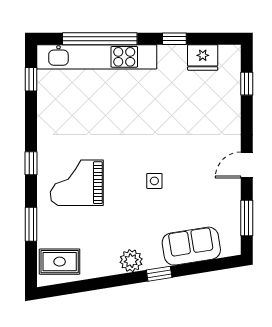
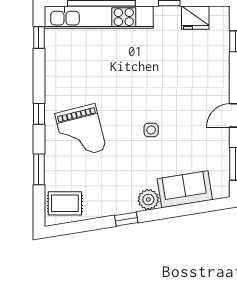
grand piano: (77, 183) -> (81, 132), turned -104
plant: (131, 261) -> (148, 200), moved
window: (159, 274) -> (126, 219), moved

